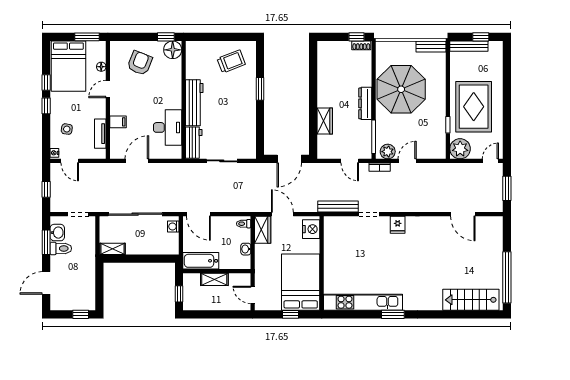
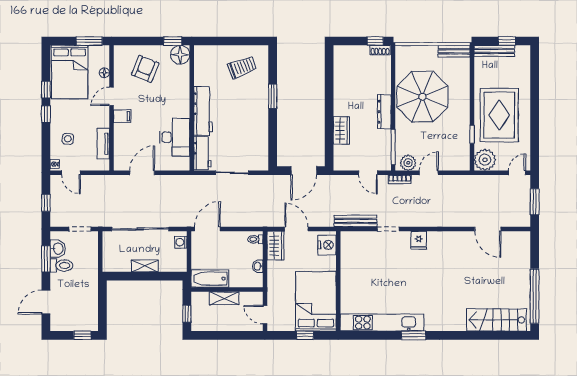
filing cabinet: (118, 122) -> (122, 116), moved
door: (198, 214) -> (207, 229), swing flipped
shelving: (113, 249) -> (145, 266), moved

